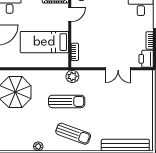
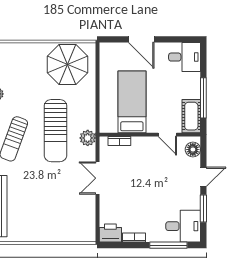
double door: (118, 69) -> (97, 178), moved
sun lounger: (67, 101) -> (55, 131), width x1.36, depth x1.34

